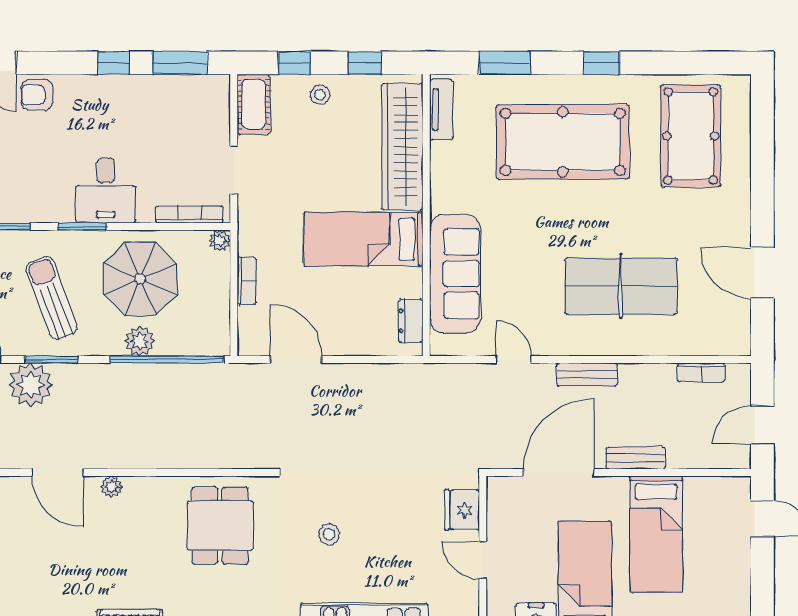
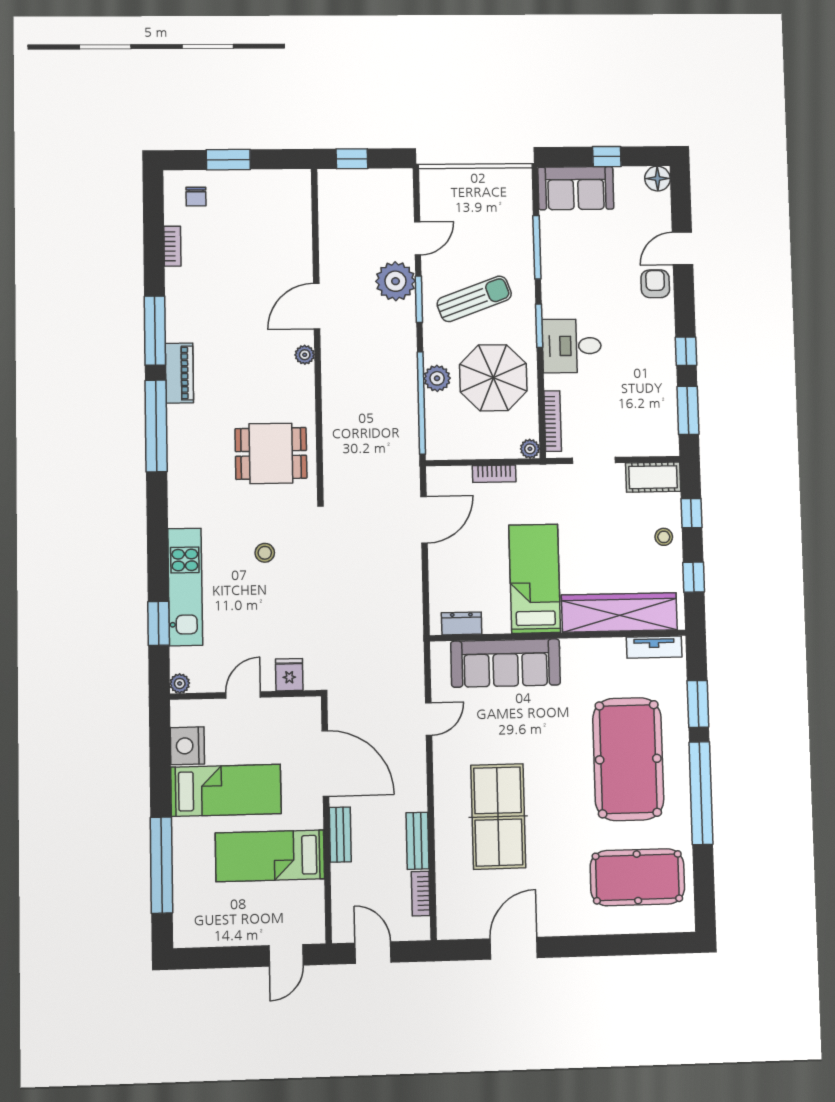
window: (602, 63) -> (701, 793), width x3.17
bench: (587, 374) -> (418, 841), moved
fridge: (462, 510) -> (289, 675), width x0.72

